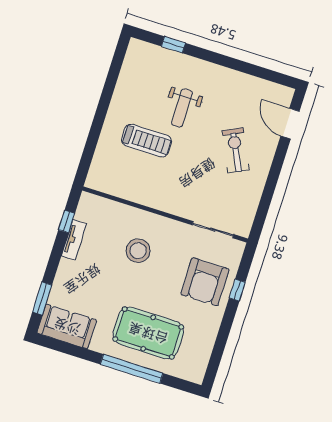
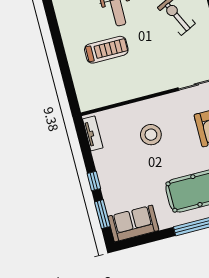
window: (67, 222) -> (94, 181), moved
tv unit: (74, 240) -> (93, 133), moved

